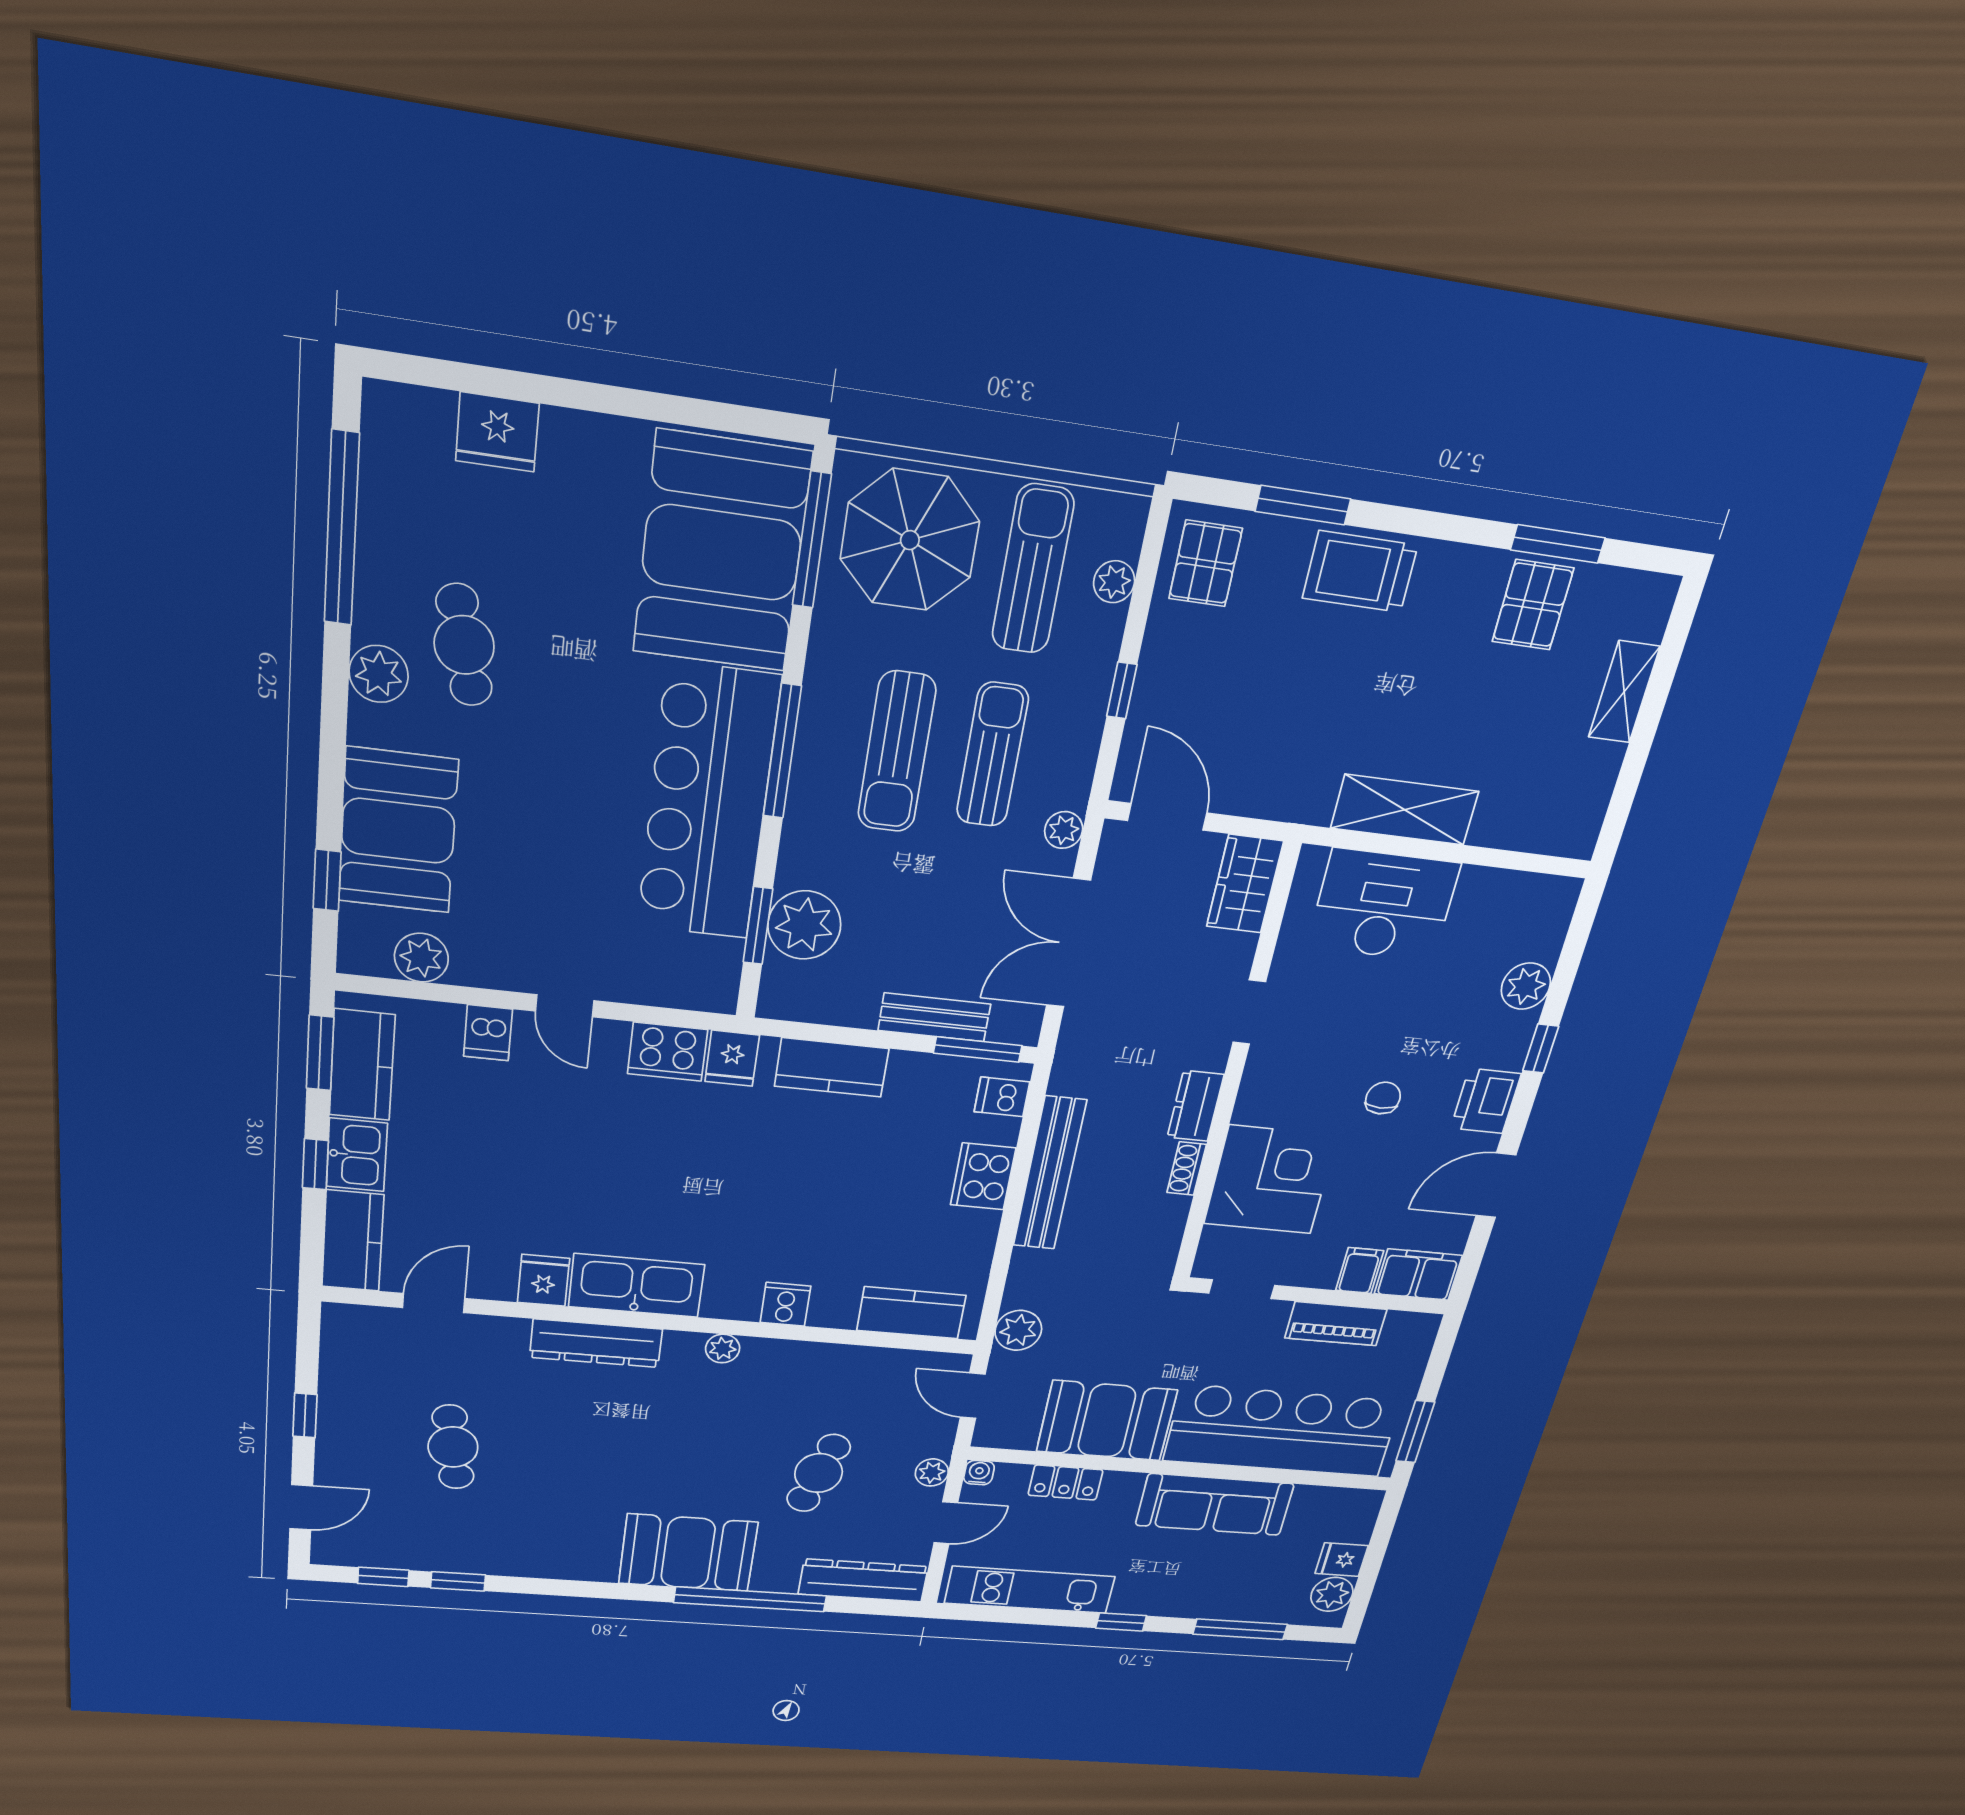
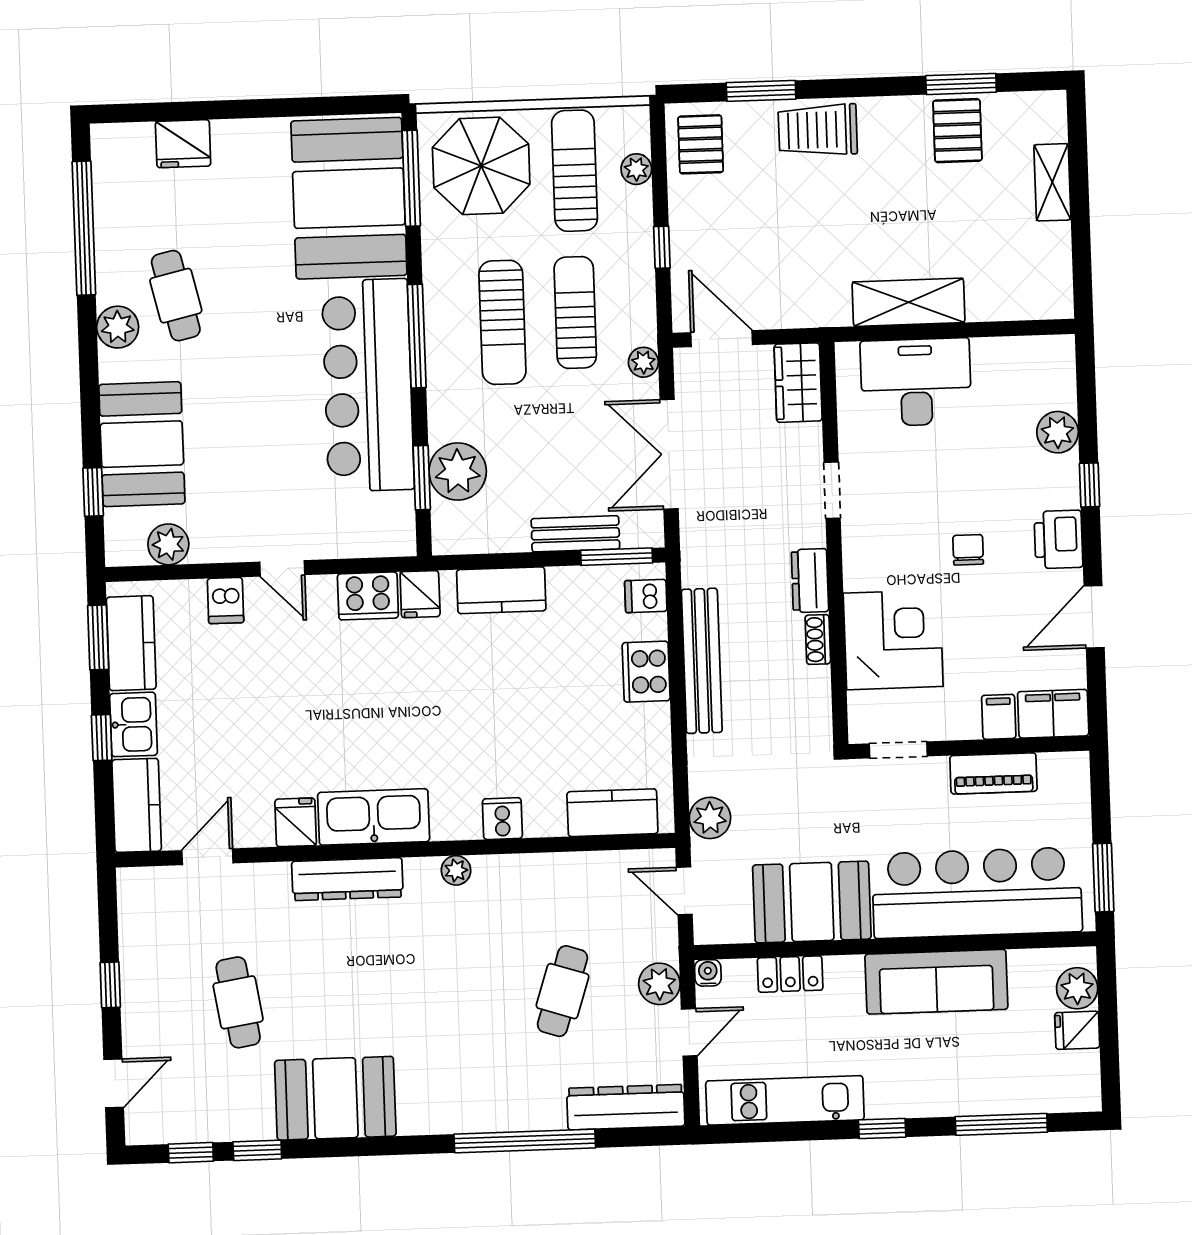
plant: (932, 1472) -> (659, 984), width x1.38, depth x1.38
booth: (688, 1553) -> (335, 1098), moved
plant: (1332, 1594) -> (1077, 988), moved

